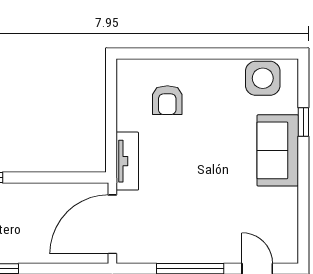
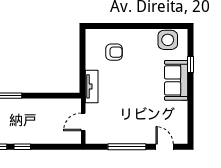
armchair: (167, 100) -> (114, 52), turned -90
door: (112, 224) -> (83, 122), width x0.53

